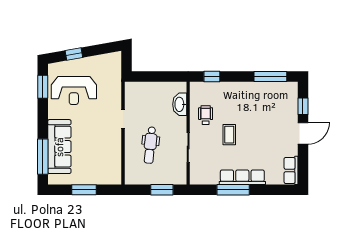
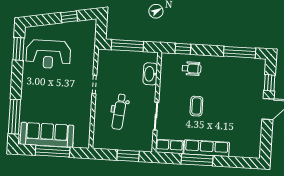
window: (74, 54) -> (69, 17), moved
window: (154, 77) -> (127, 46), added
wheelchair: (206, 115) -> (192, 69), moved, turned 90
sofa: (59, 147) -> (47, 135), moved, turned -90
row of seats: (291, 170) -> (169, 147), moved, turned 90
window: (84, 190) -> (53, 151), width x1.44

